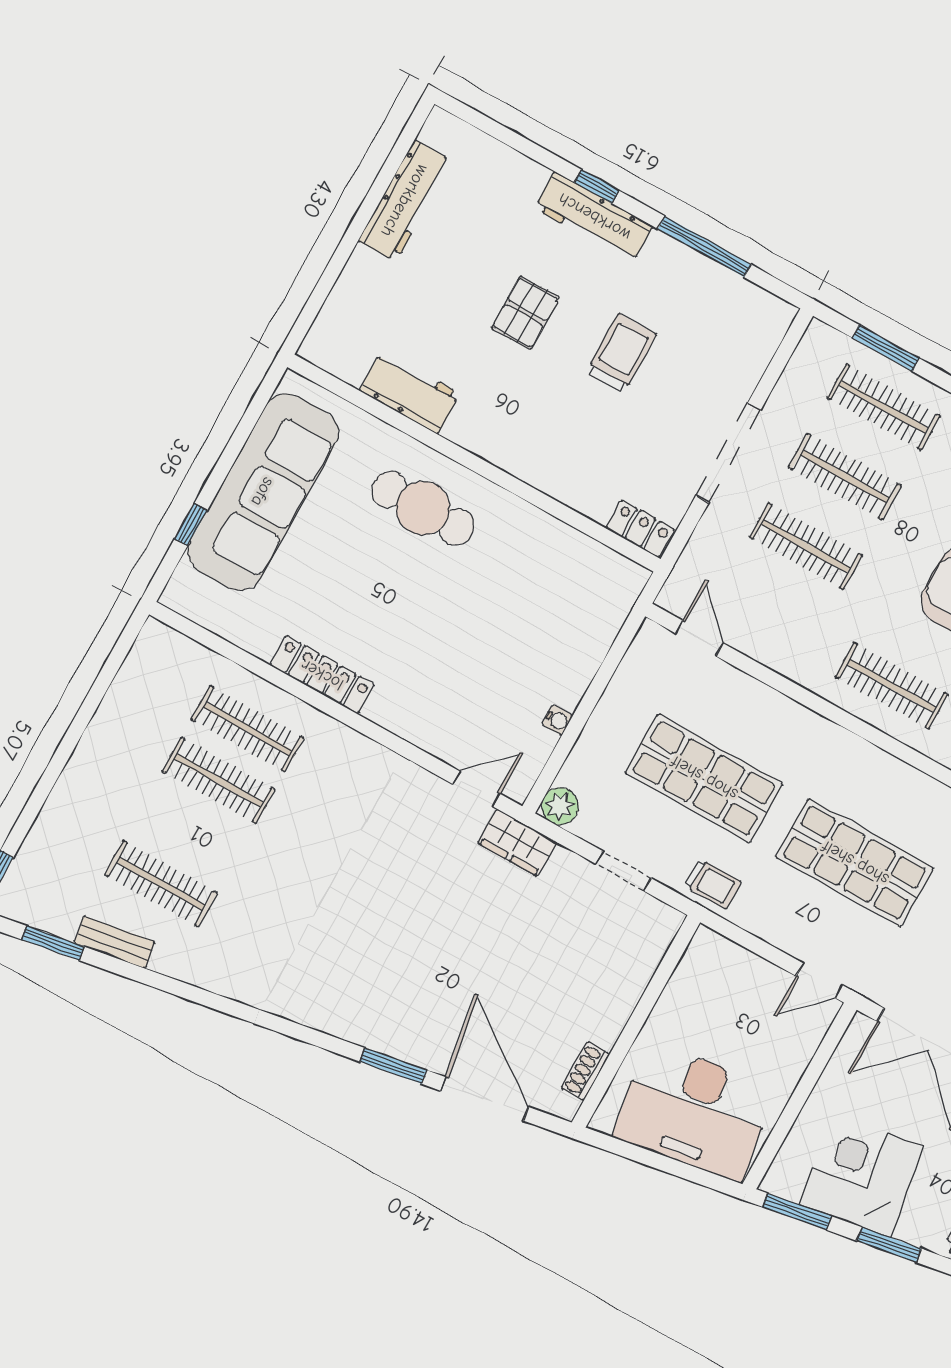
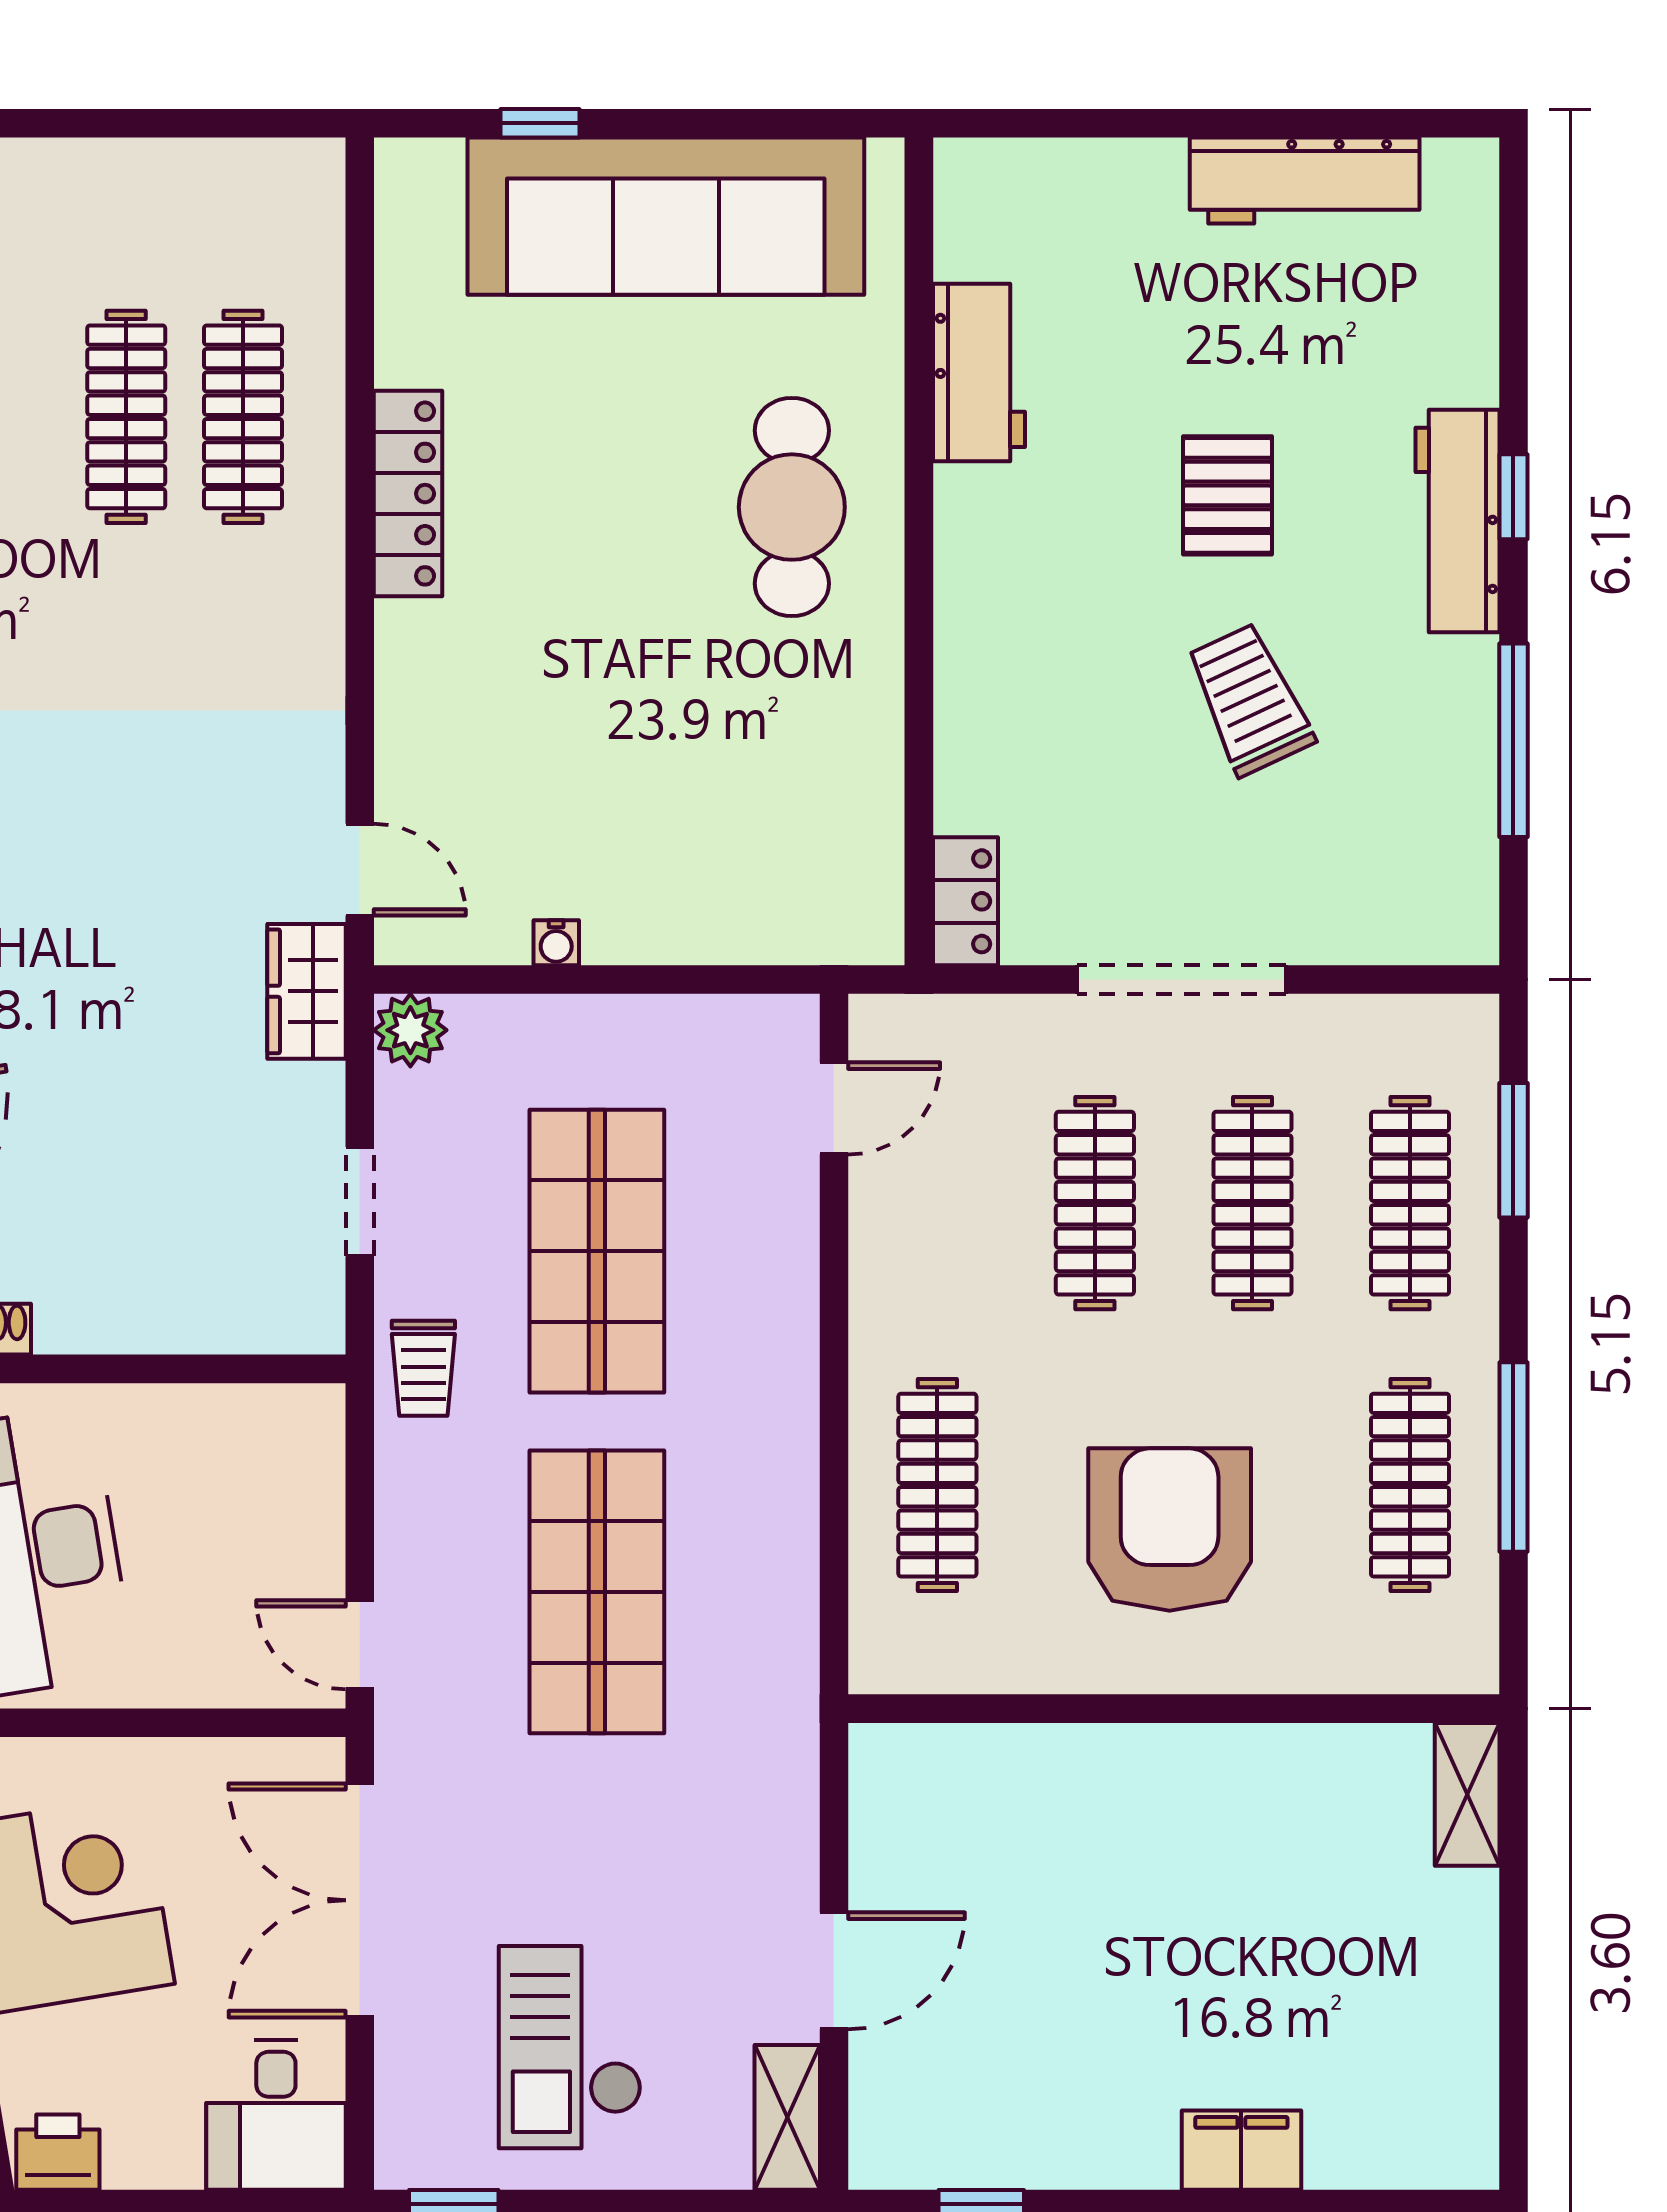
pallet: (525, 313) -> (1228, 495), turned 90
trolley: (621, 353) -> (1250, 700), turned -115

